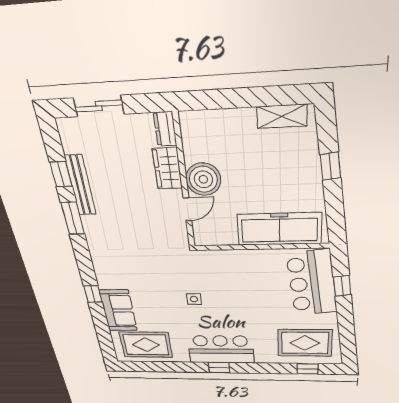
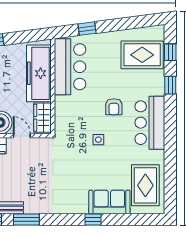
wardrobe: (216, 235) -> (43, 118), added
bar counter: (312, 283) -> (70, 67), moved, turned -83
armchair: (238, 315) -> (114, 107), added
rug: (305, 343) -> (142, 55), turned 90
window: (219, 368) -> (170, 85), moved

